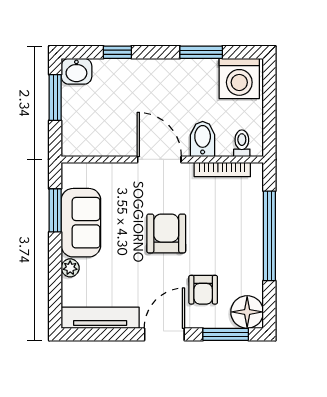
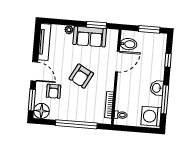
window: (201, 52) -> (165, 99), width x1.44
washbasin: (76, 71) -> (157, 88), moved
bidet: (203, 139) -> (129, 44), moved
door: (159, 159) -> (117, 62), moved
armchair: (166, 233) -> (81, 76), turned 118
armchair: (203, 290) -> (54, 91), turned -90

